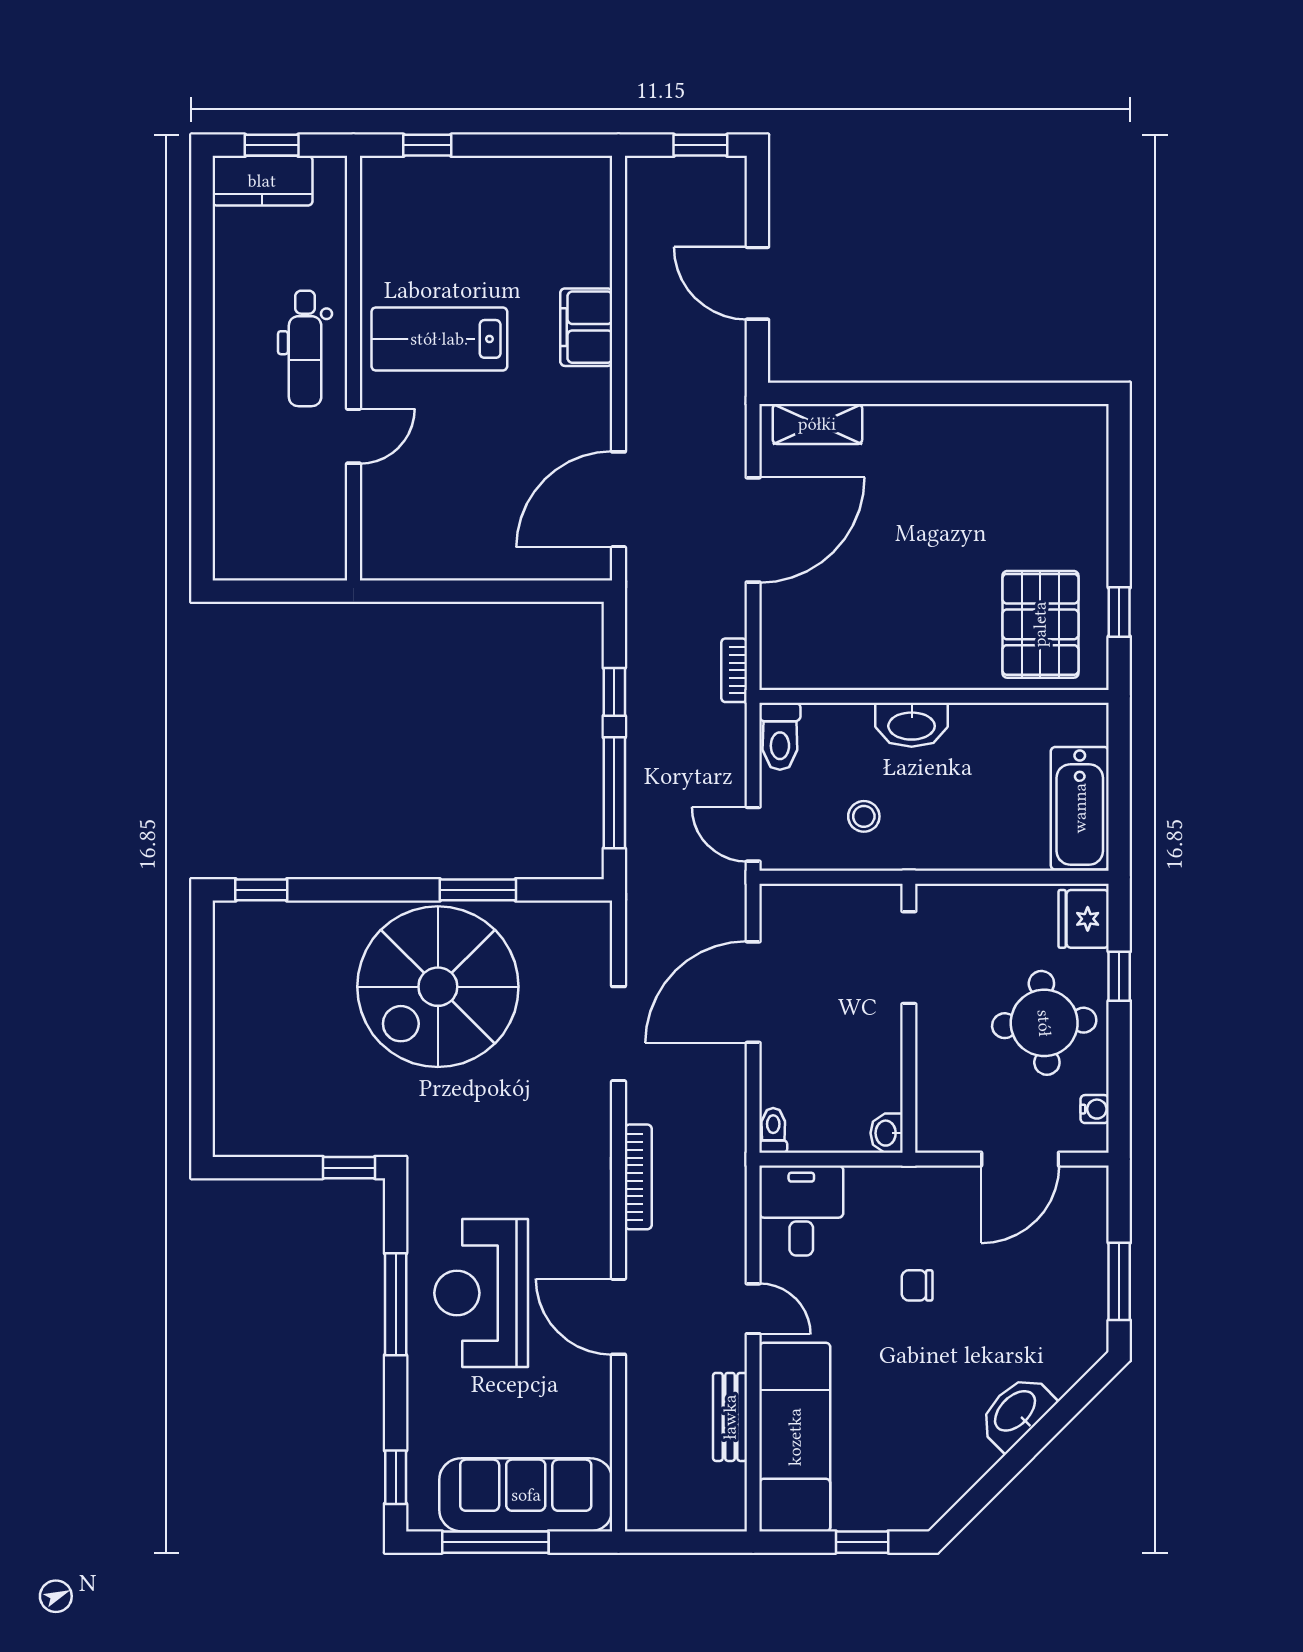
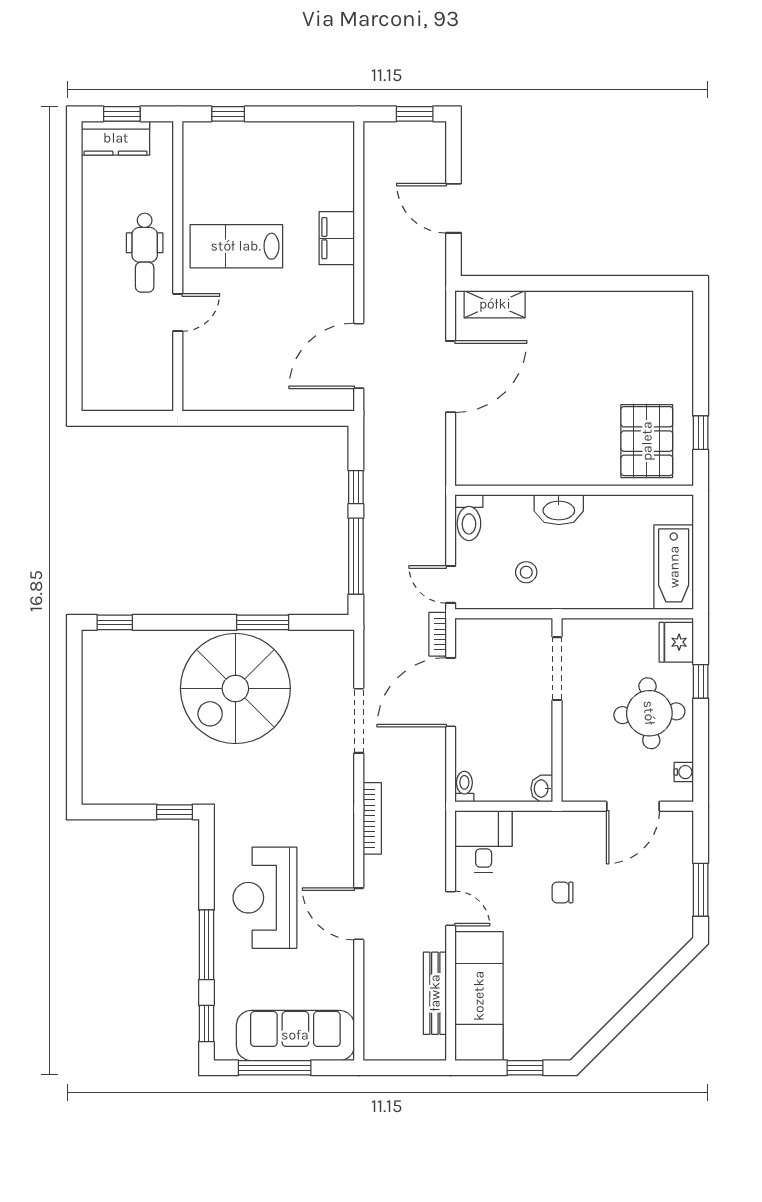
bookcase: (734, 670) -> (438, 634), moved
window: (396, 1304) -> (206, 945), moved
washbasin: (1016, 1412) -> (630, 979), removed
bench: (730, 1417) -> (435, 993), width x1.36

